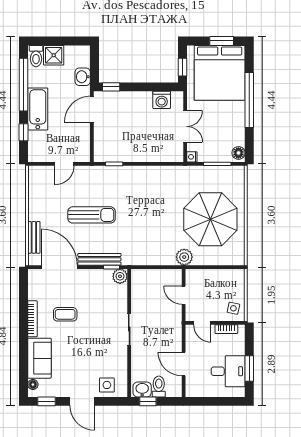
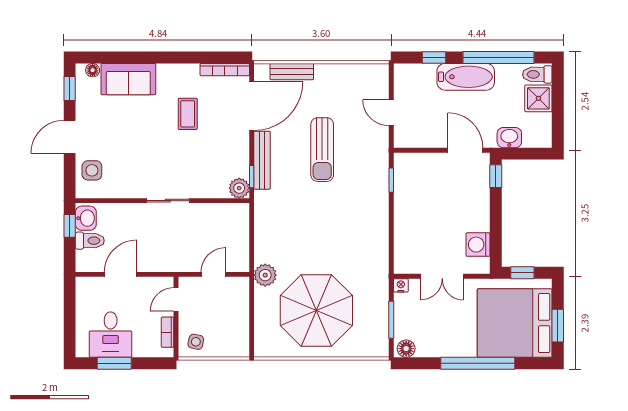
bookcase: (32, 319) -> (225, 70), moved

